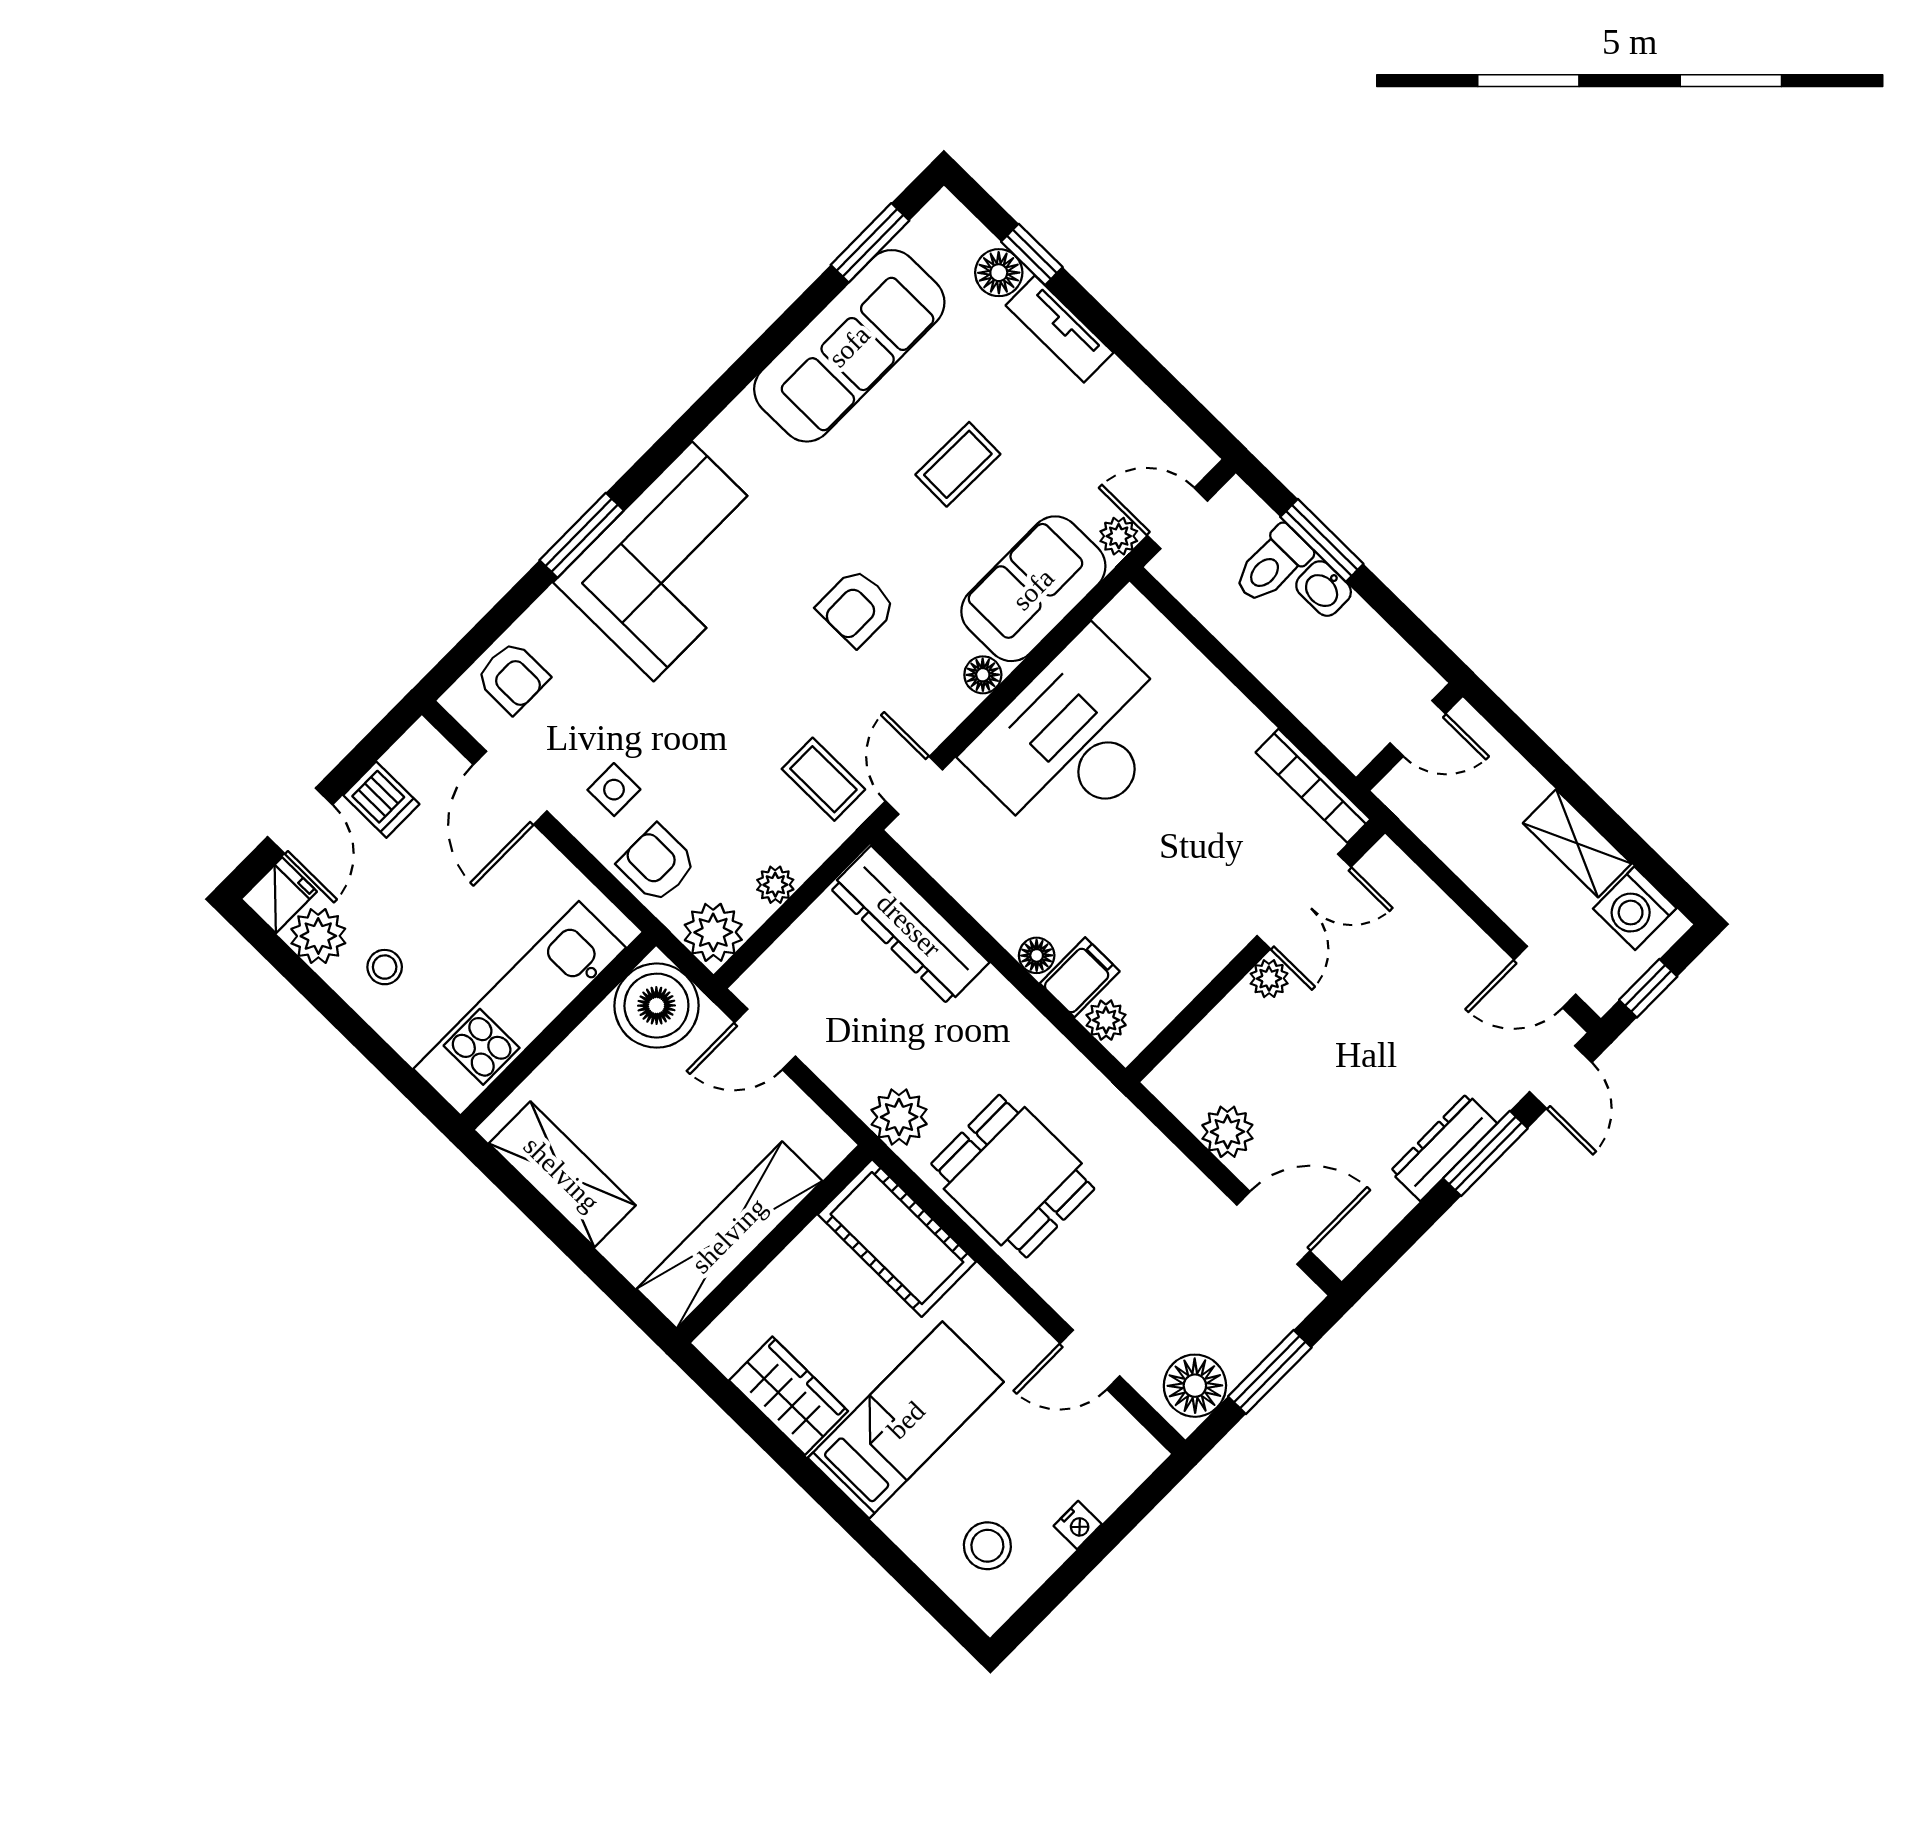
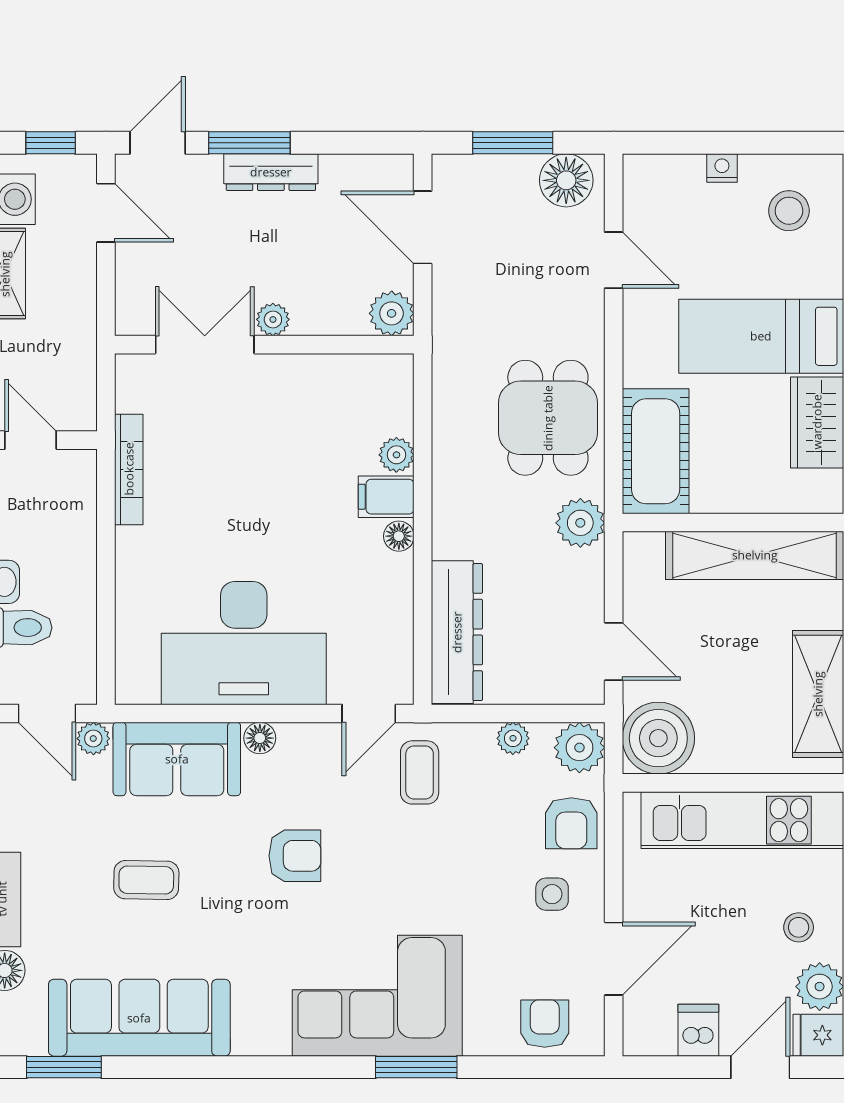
double door: (1304, 901) -> (205, 345), moved
wall: (1255, 951) -> (264, 345), moved
plant: (1269, 979) -> (273, 319), moved

